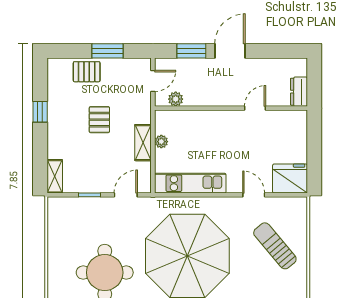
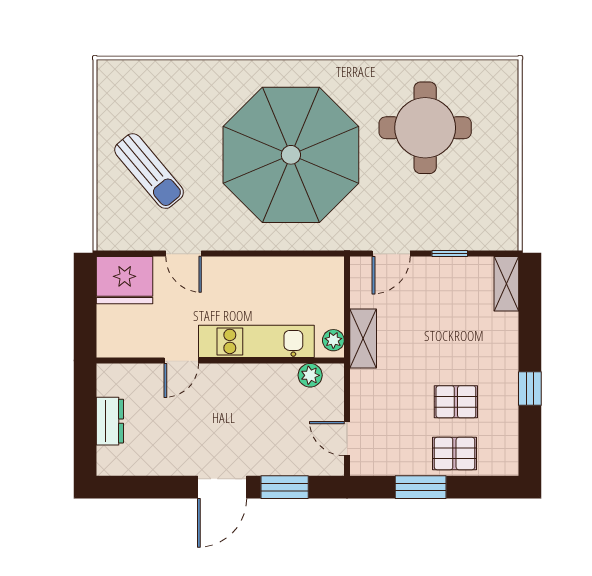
door: (153, 81) -> (347, 439), hinge flipped
plant: (176, 99) -> (310, 375), moved
wall: (231, 108) -> (220, 361), moved
door: (255, 108) -> (181, 361), moved
pallet: (99, 120) -> (456, 402), moved, turned 90
kitchen unit: (190, 183) -> (256, 341), moved, turned 180

